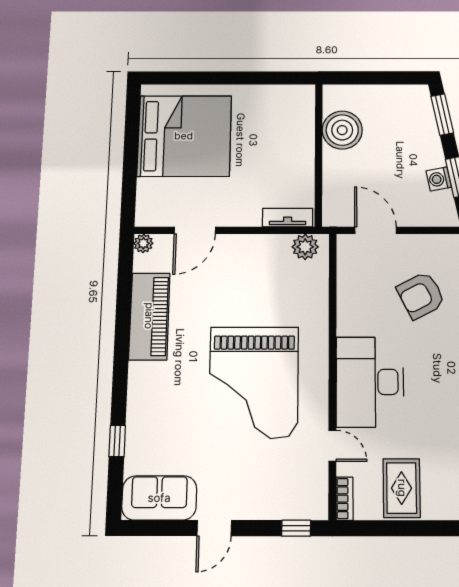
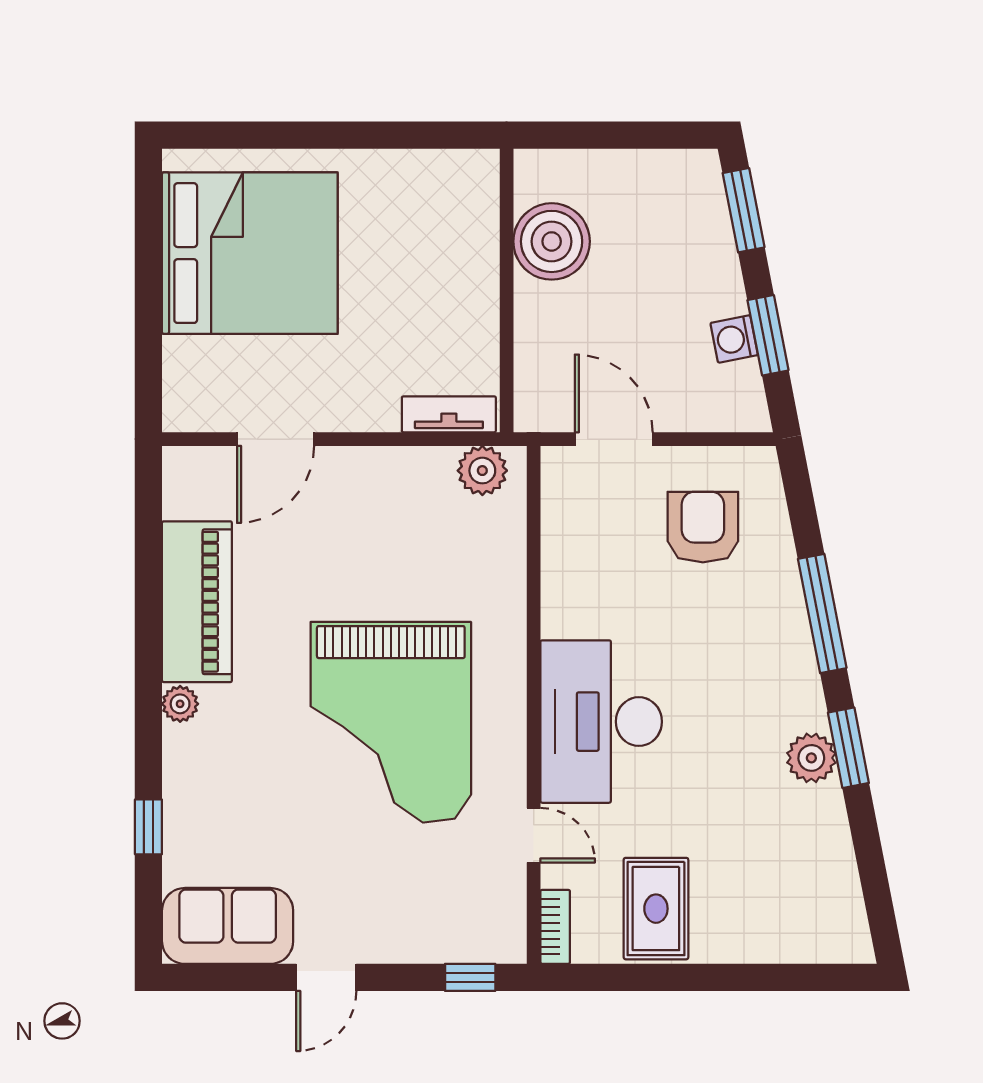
plant: (143, 243) -> (180, 704), moved
armchair: (421, 295) -> (703, 527), moved, turned 117

